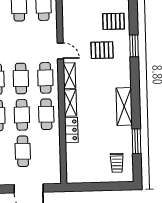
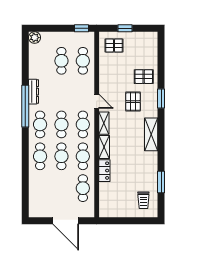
pallet: (102, 50) -> (133, 102), turned 90
shelving: (124, 107) -> (151, 134), moved
cafe table: (23, 151) -> (83, 188), moved

